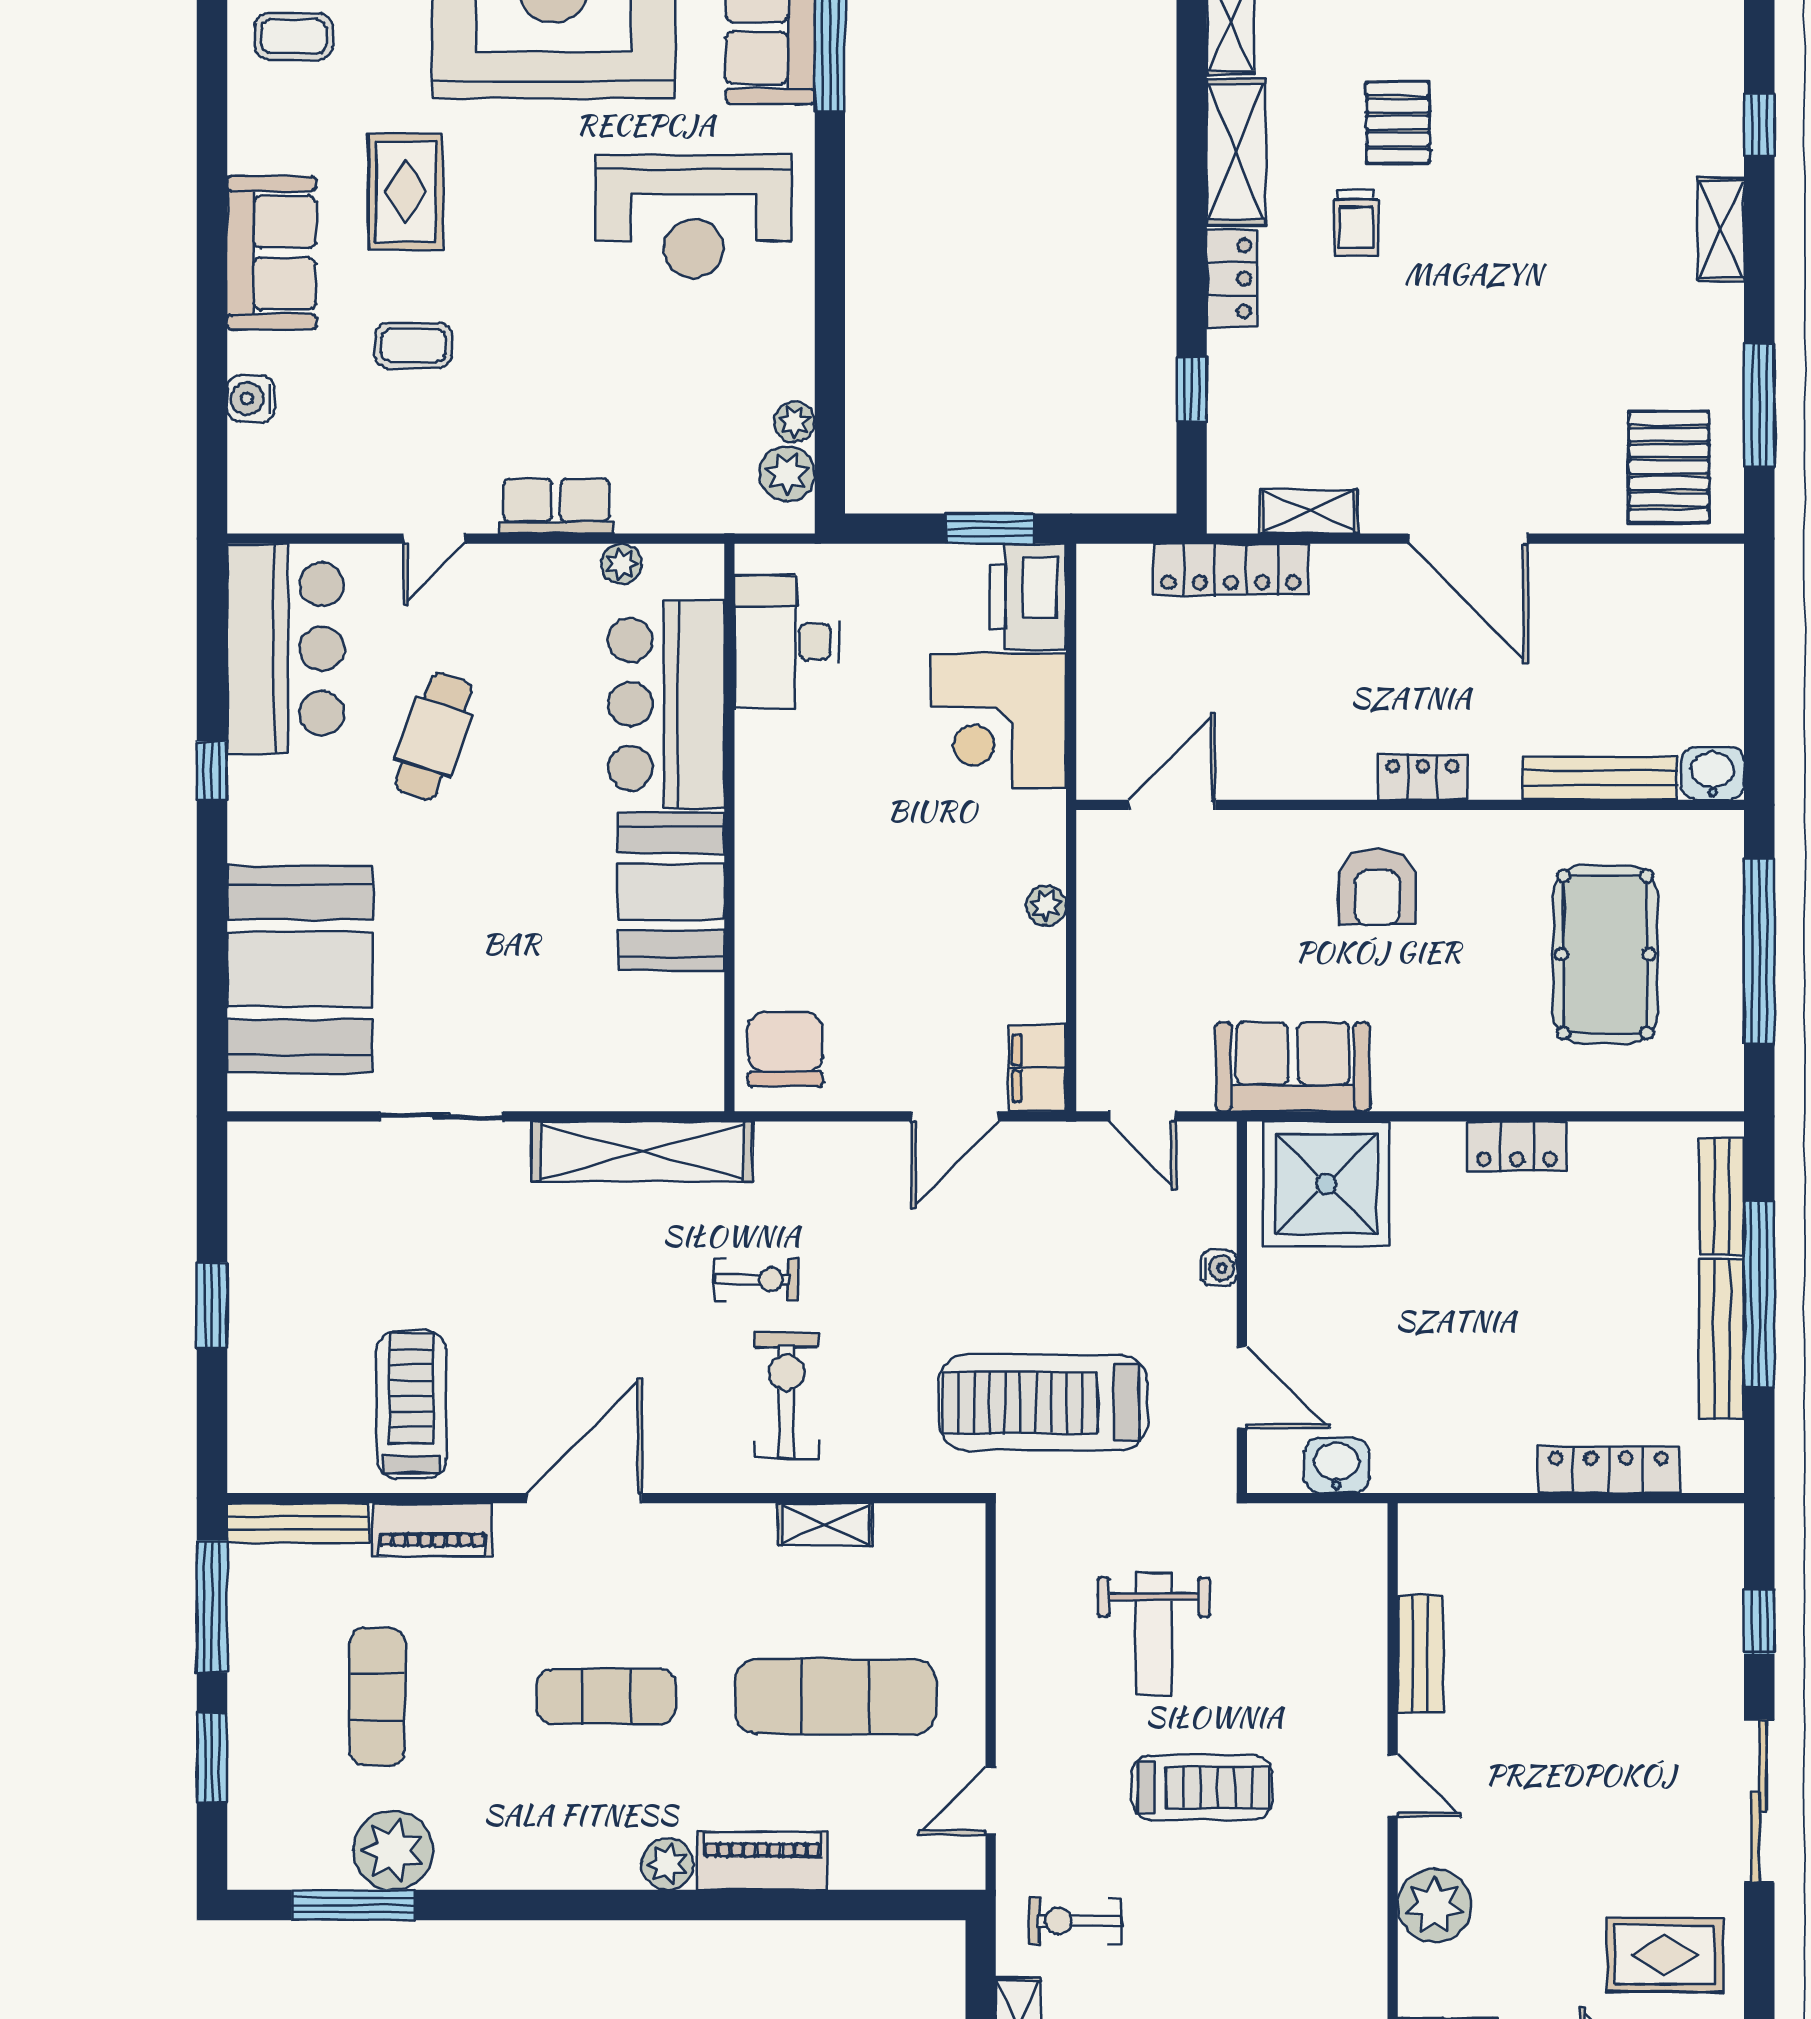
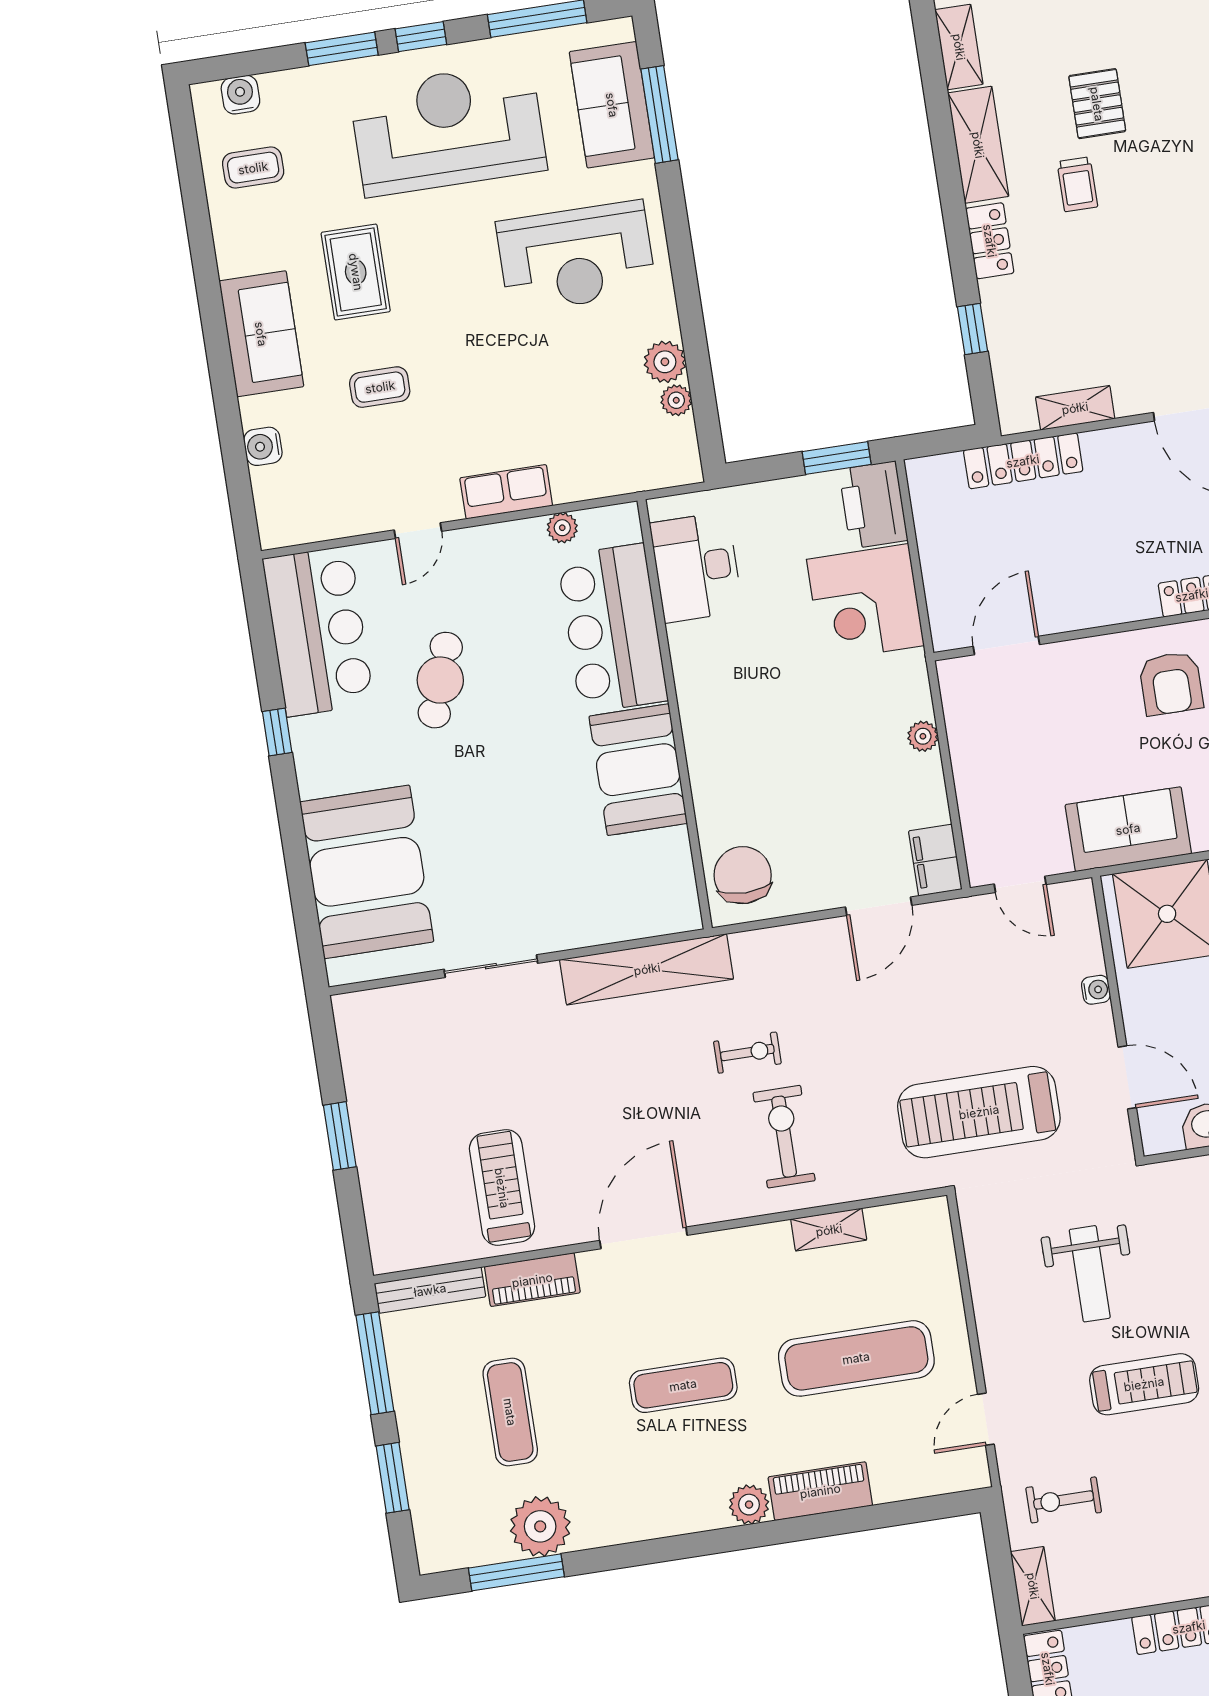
plant: (787, 474) -> (665, 362), moved

